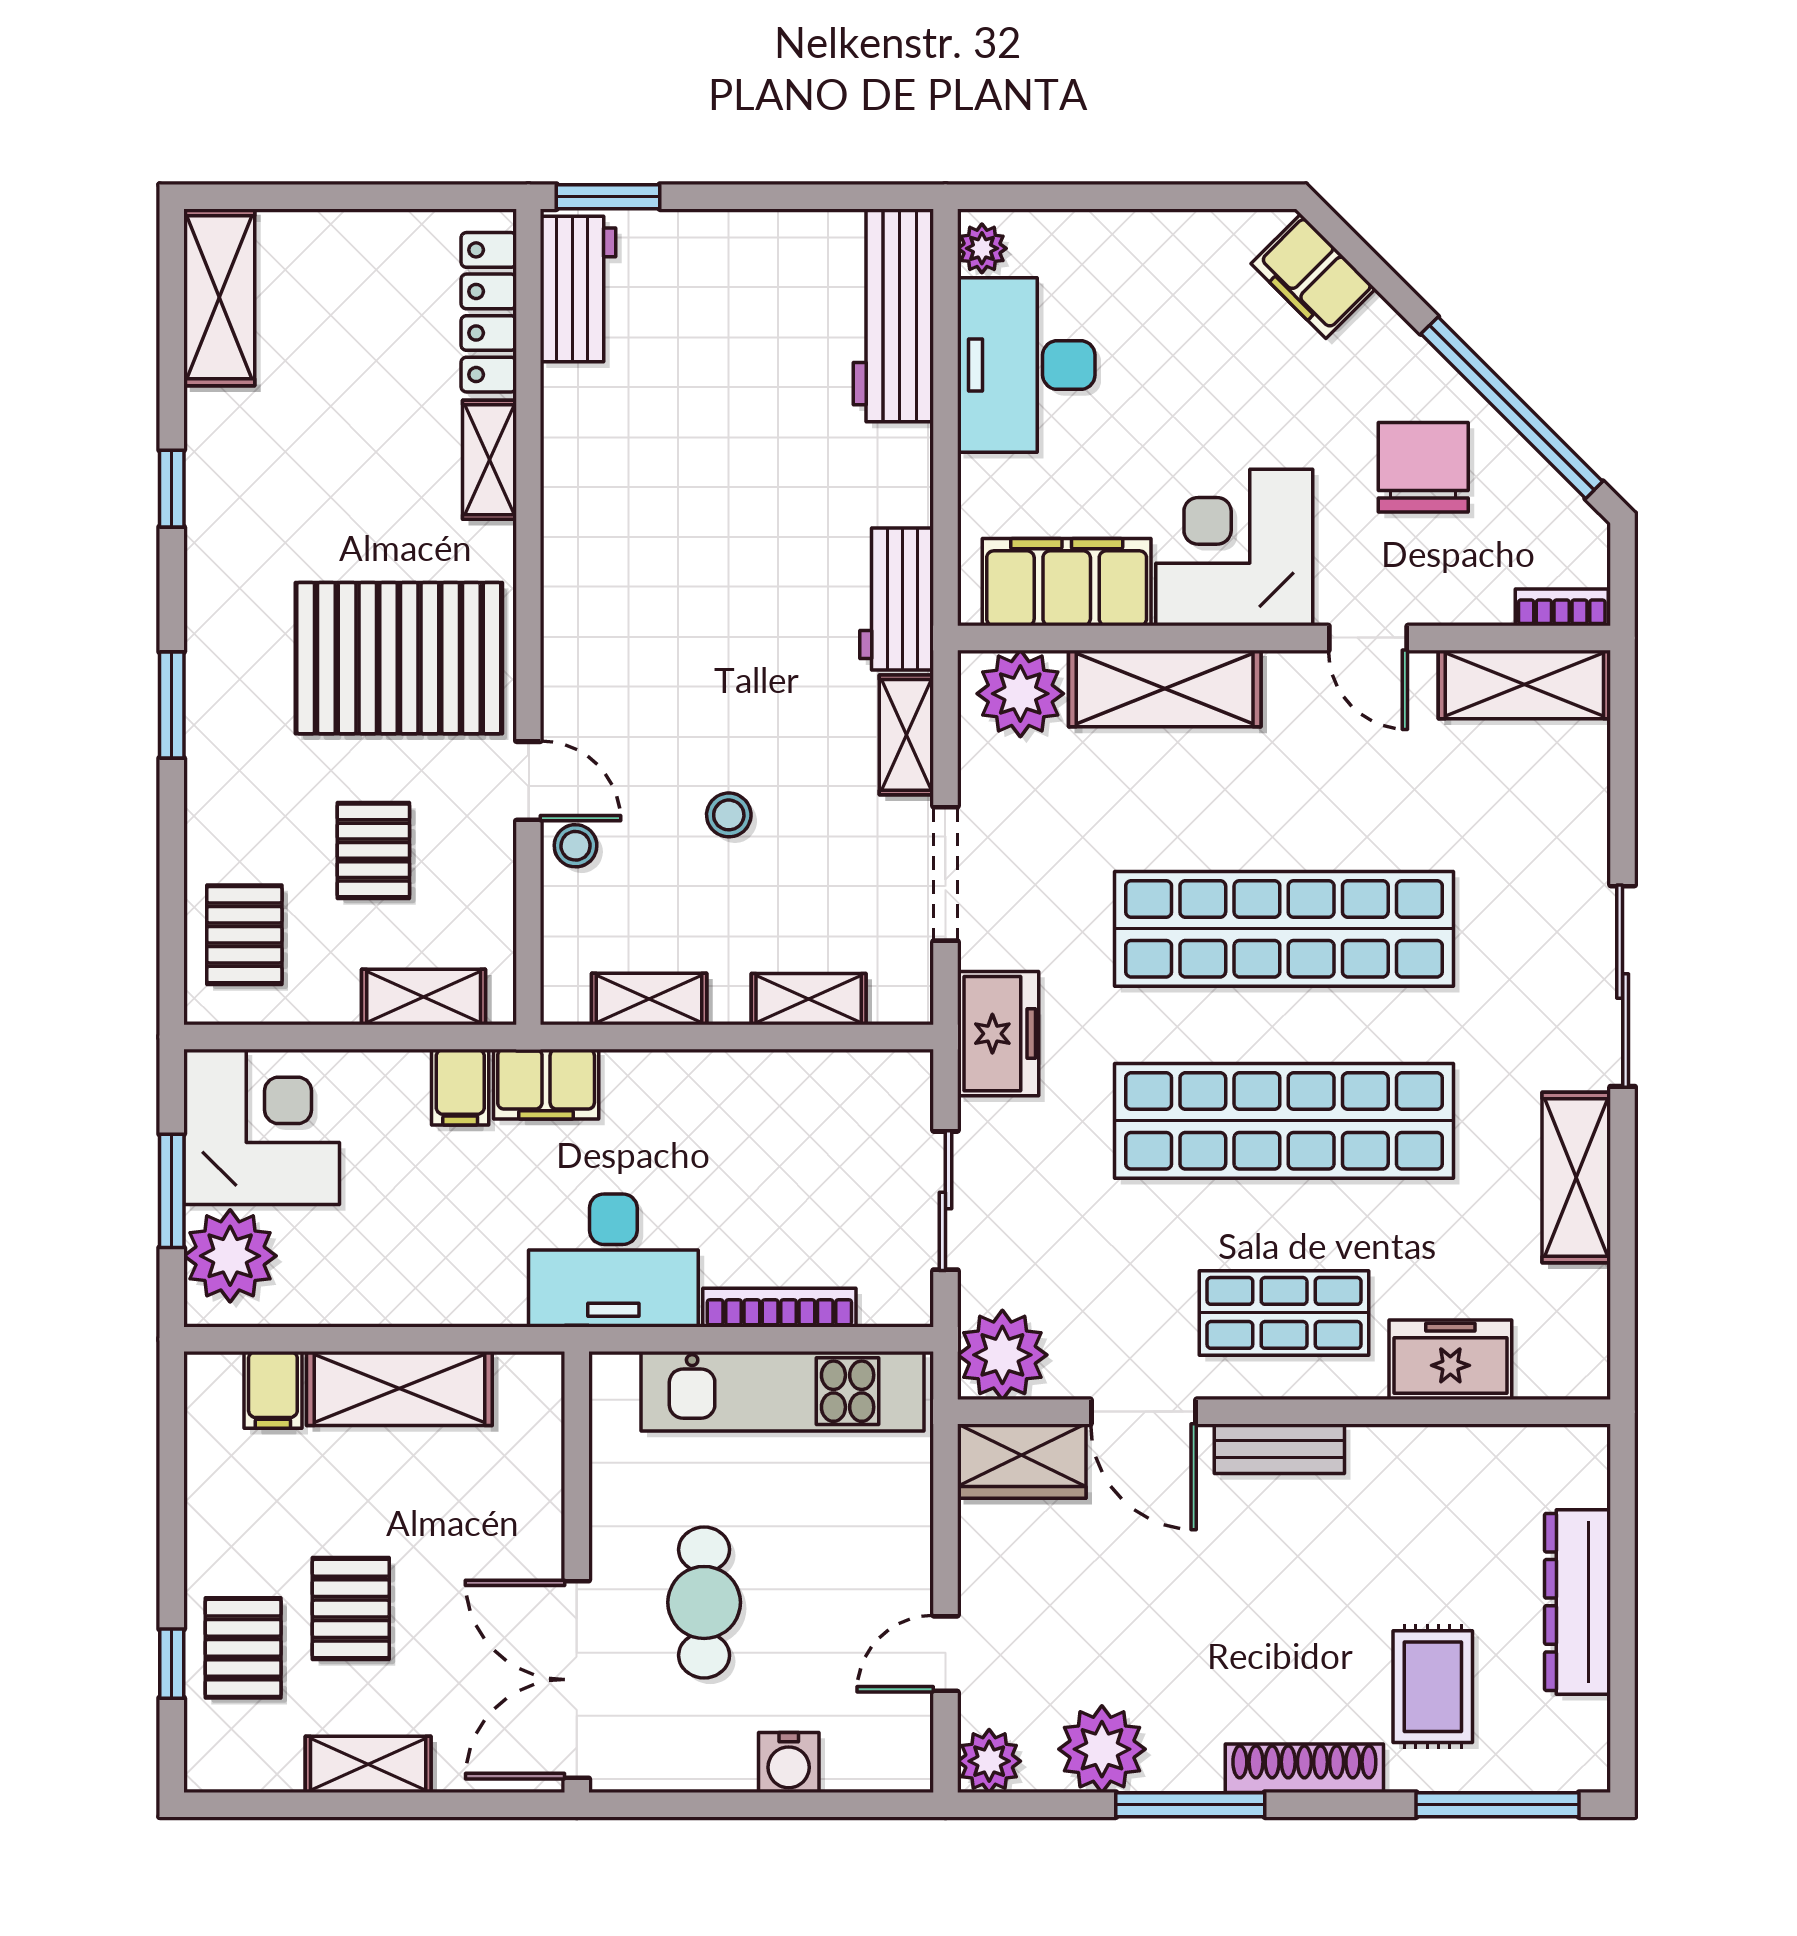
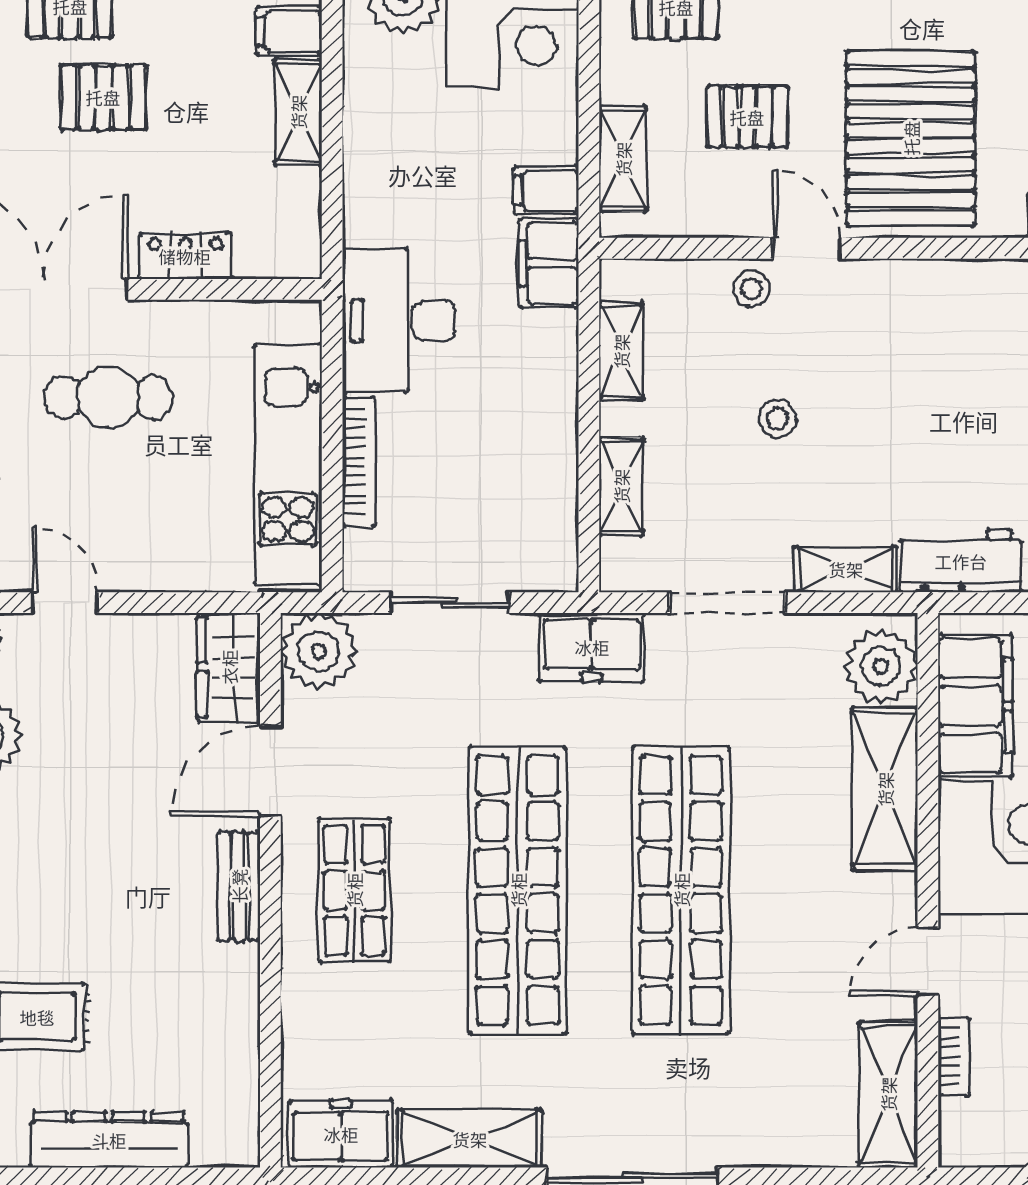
bookcase: (1562, 607) -> (954, 1056), moved
door: (528, 781) -> (806, 248), swing flipped
freezer: (1450, 1360) -> (341, 1134), moved, turned -90
shelving: (399, 1388) -> (298, 112), width x0.67, depth x0.75
locker: (537, 1512) -> (185, 256), added

